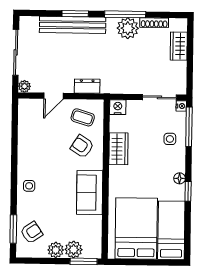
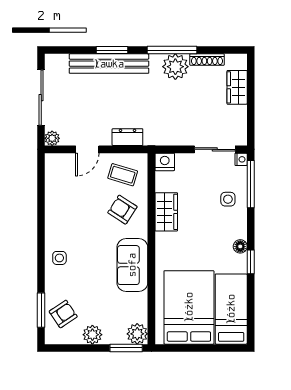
plant: (74, 250) -> (137, 334), moved

